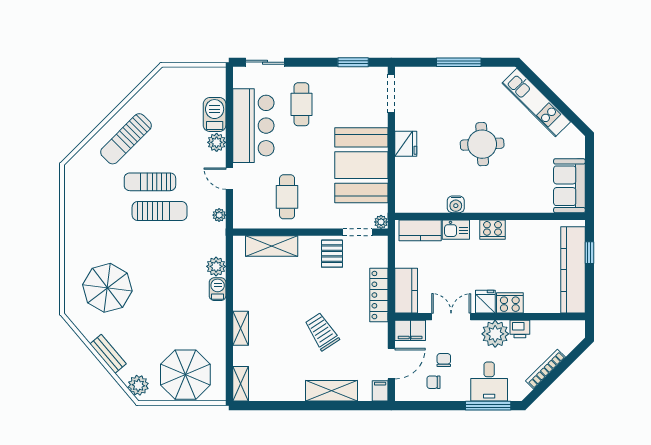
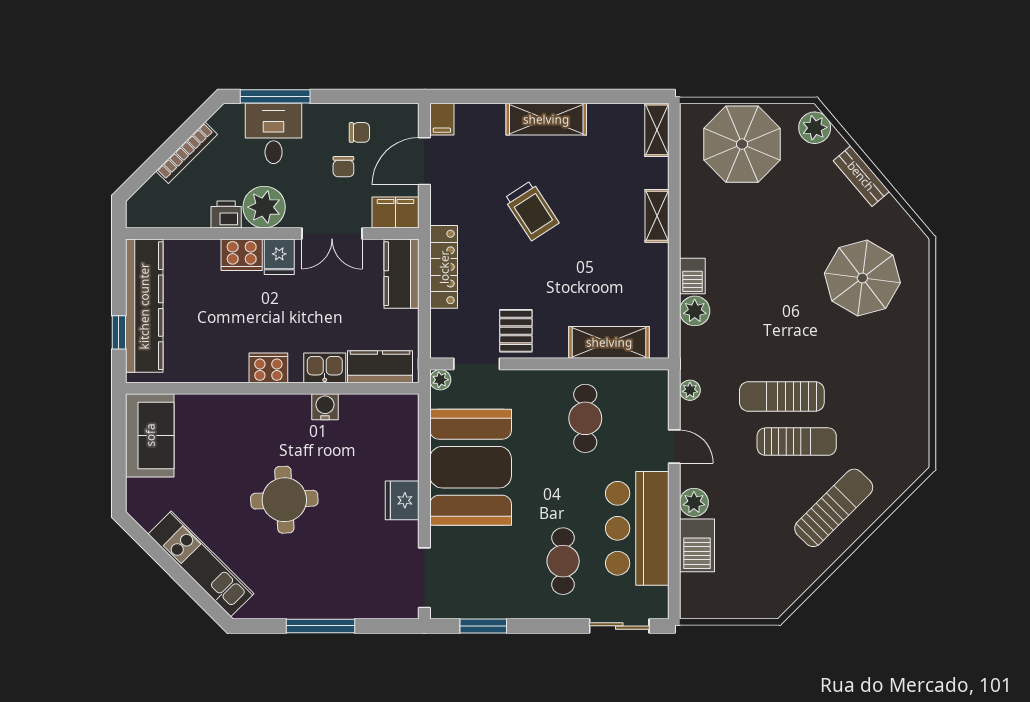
shelving: (332, 391) -> (546, 119), moved

